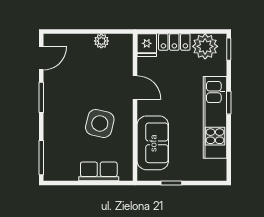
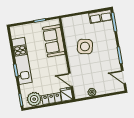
door: (41, 58) -> (123, 77), hinge flipped
door: (135, 88) -> (71, 80), moved
row of seats: (99, 171) -> (101, 17), moved

